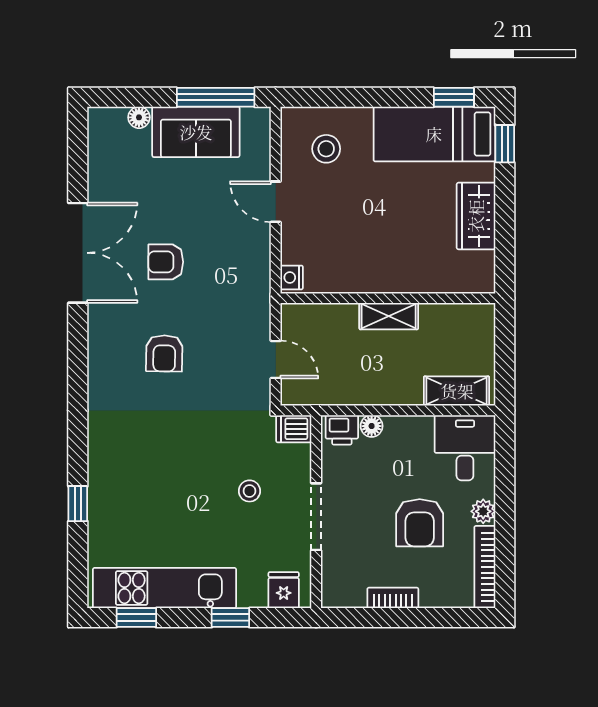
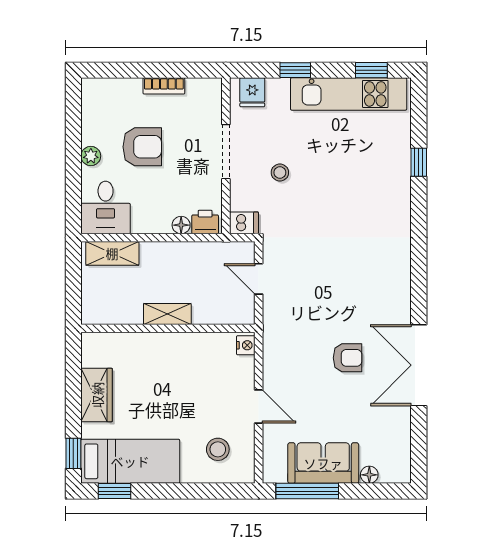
armchair: (164, 353) -> (349, 284), removed
armchair: (420, 523) -> (142, 147), turned 90
bookcase: (485, 567) -> (89, 111), removed

